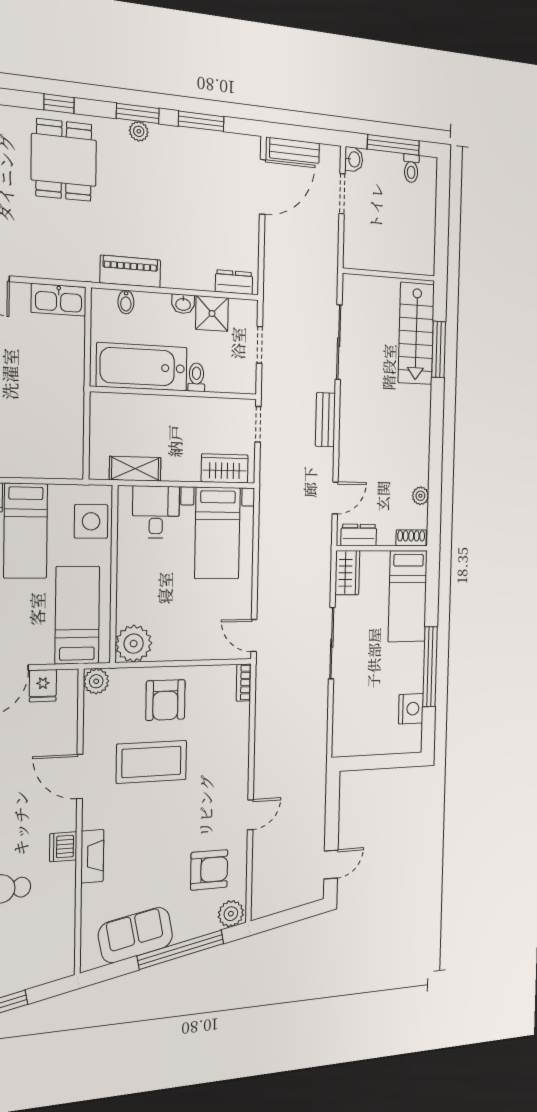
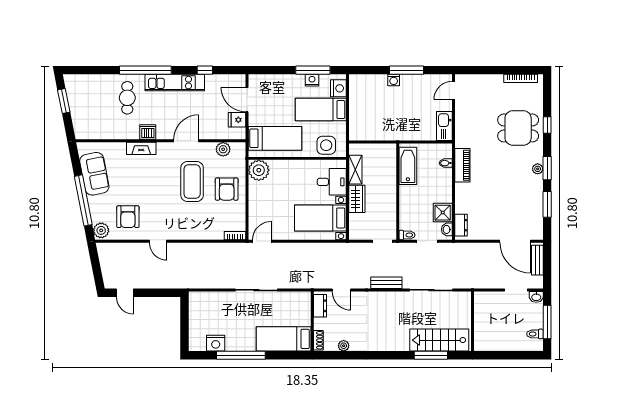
washbasin: (183, 304) -> (447, 229), moved
bathtub: (142, 367) -> (408, 166), width x0.73, depth x0.73
toilet: (196, 377) -> (407, 235), moved
wardrobe: (225, 468) -> (357, 199), moved
wardrobe: (347, 573) -> (298, 299), removed
plant: (96, 681) -> (223, 149), moved
armchair: (165, 700) -> (227, 189), turned -90

